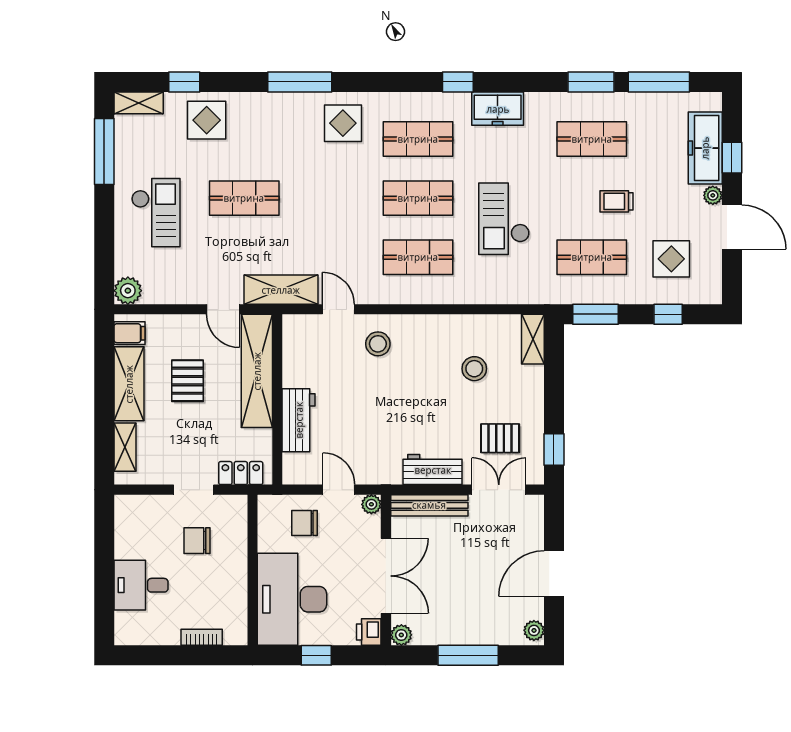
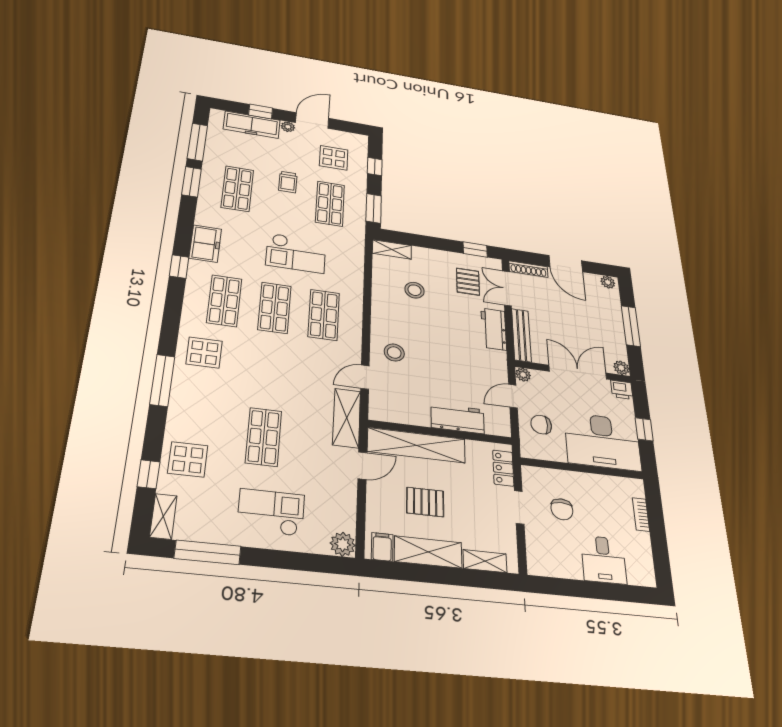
shoe rack: (535, 521) -> (528, 269), added
chair: (305, 523) -> (541, 425), turned 90

